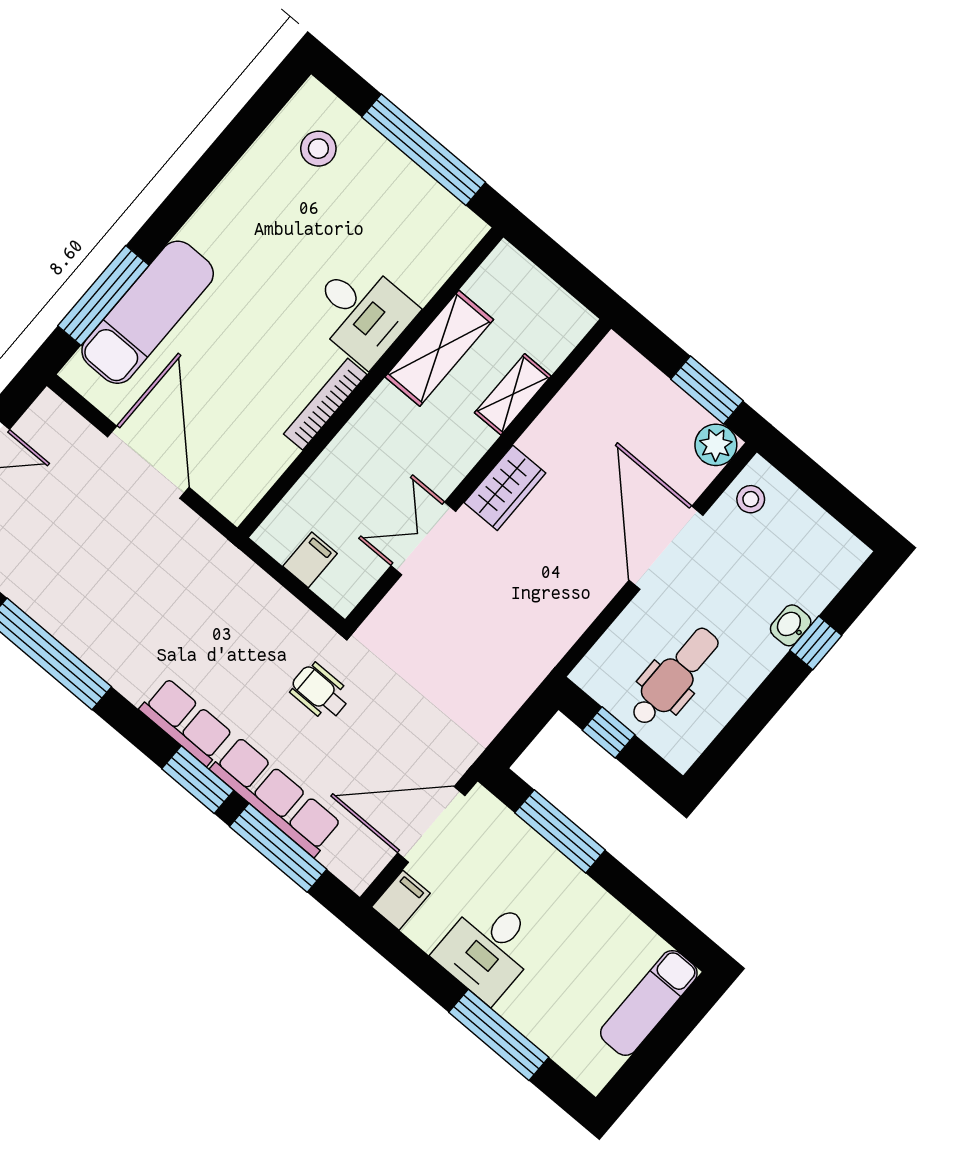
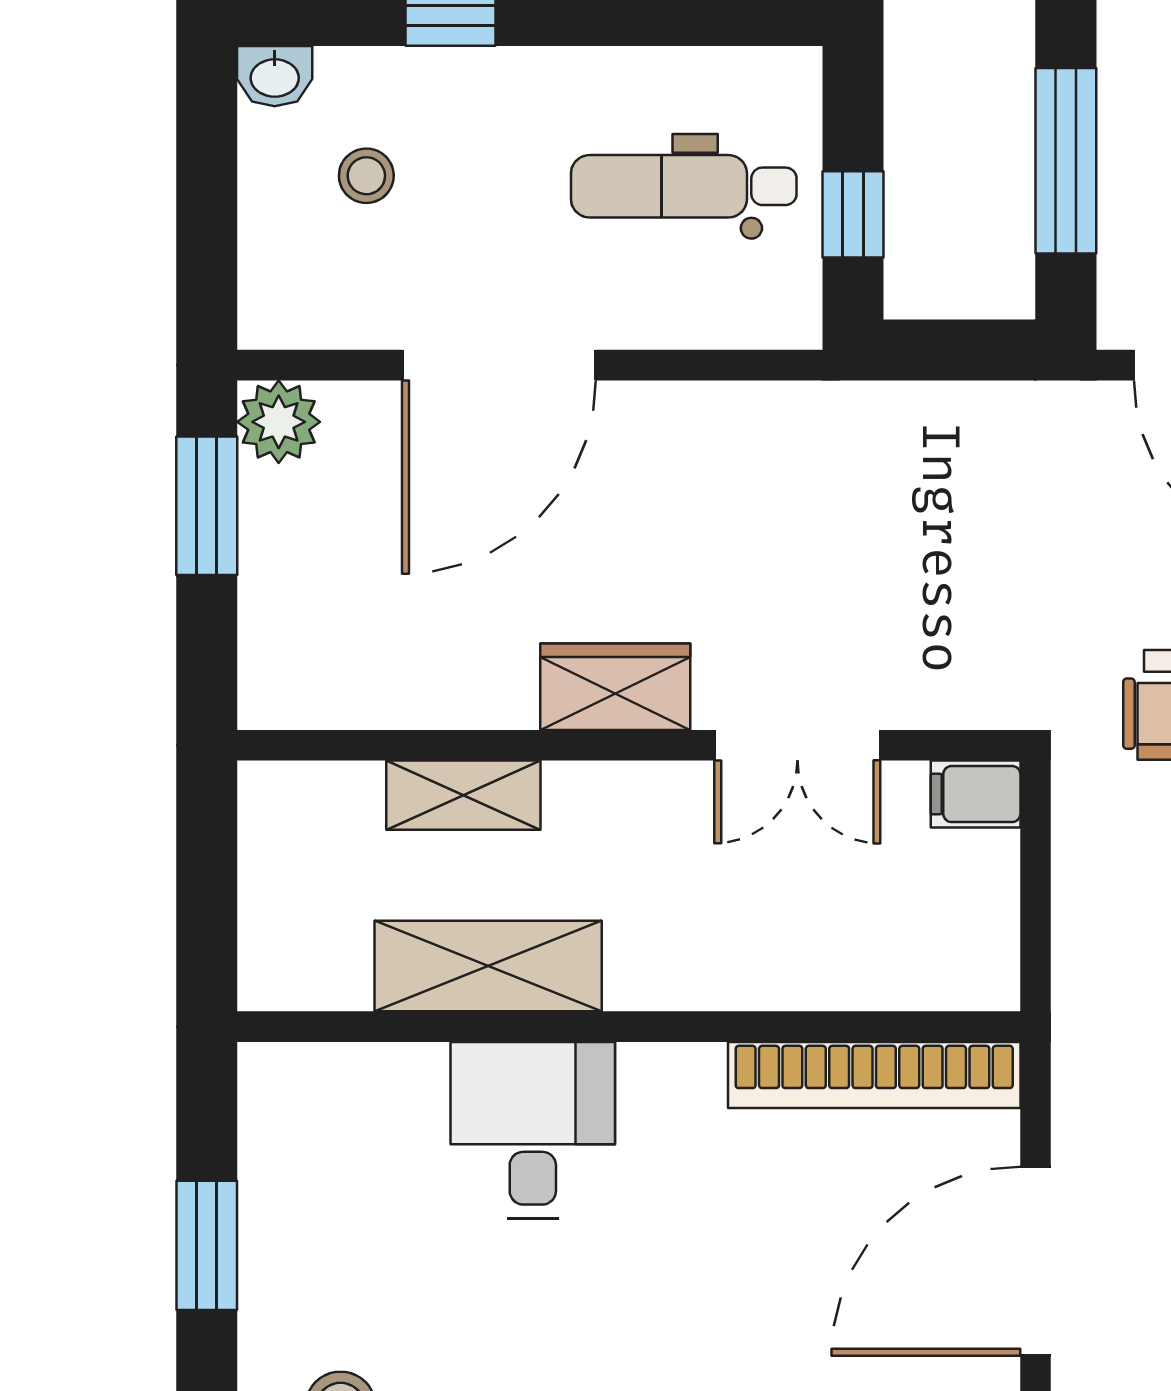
window: (424, 150) -> (207, 1245), width x0.47
bookcase: (325, 404) -> (874, 1075), moved, width x1.48, depth x1.31
stool: (751, 499) -> (366, 176), moved
filing cabinet: (310, 560) -> (976, 794), moved
washbasin: (791, 625) -> (275, 76), moved

